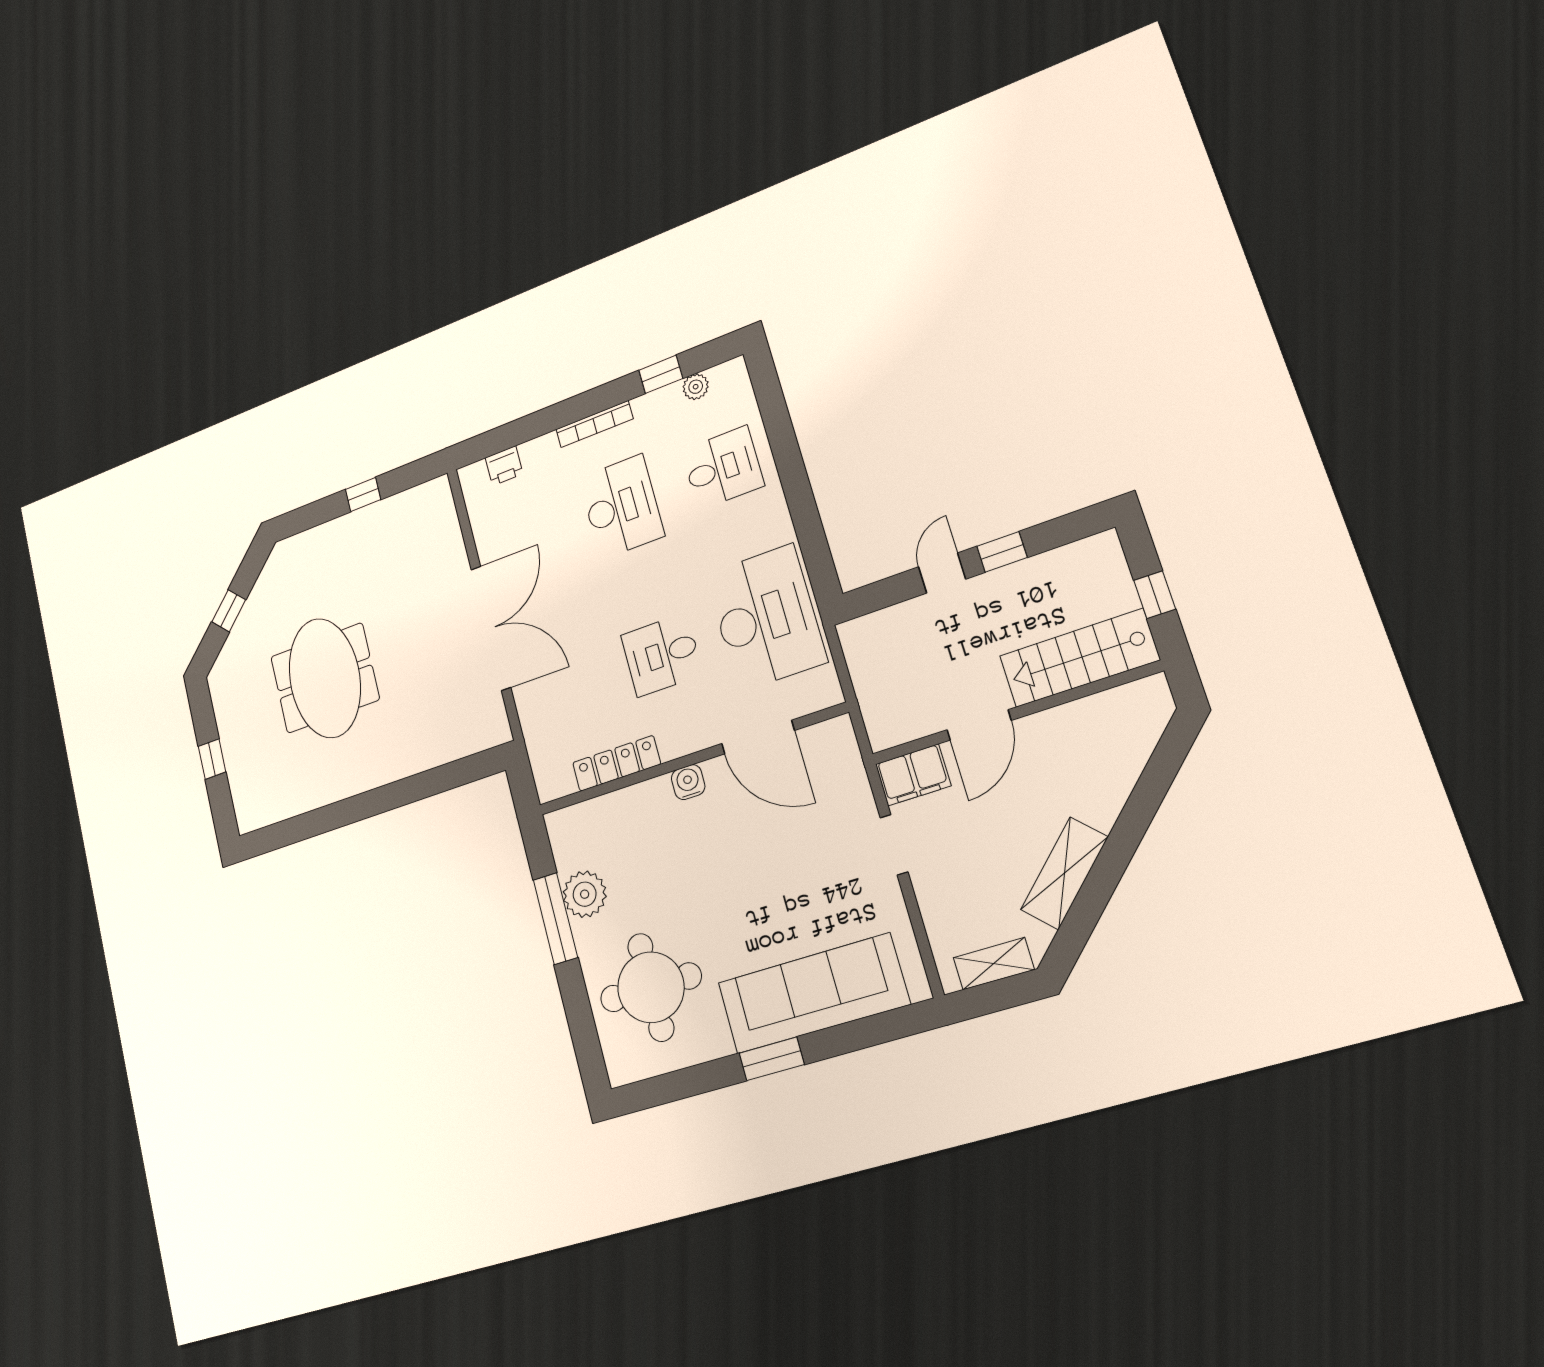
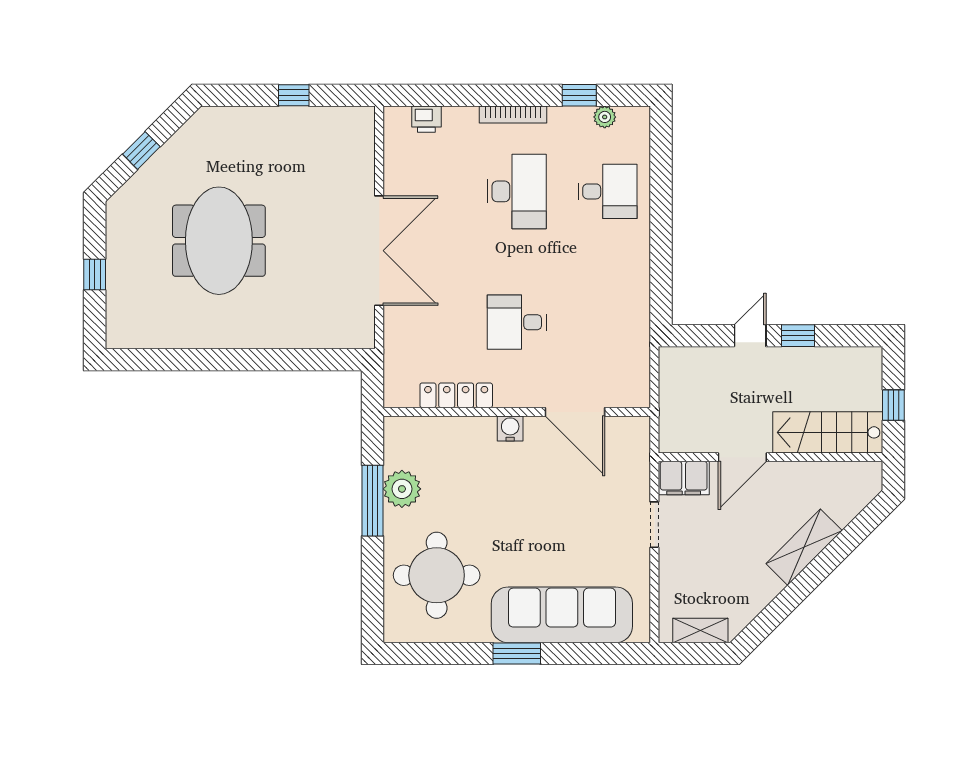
desk: (766, 618) -> (608, 322), removed
shelving: (1064, 873) -> (804, 547), moved

